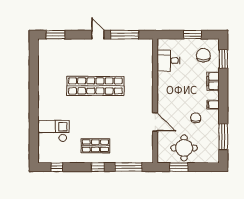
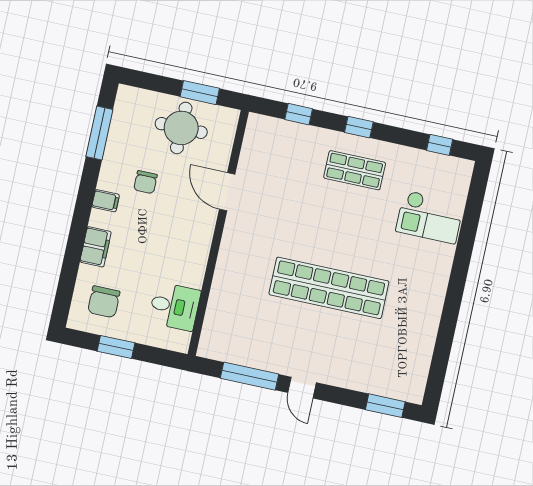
window: (223, 59) -> (66, 286), removed
window: (129, 167) -> (299, 114), width x0.46

